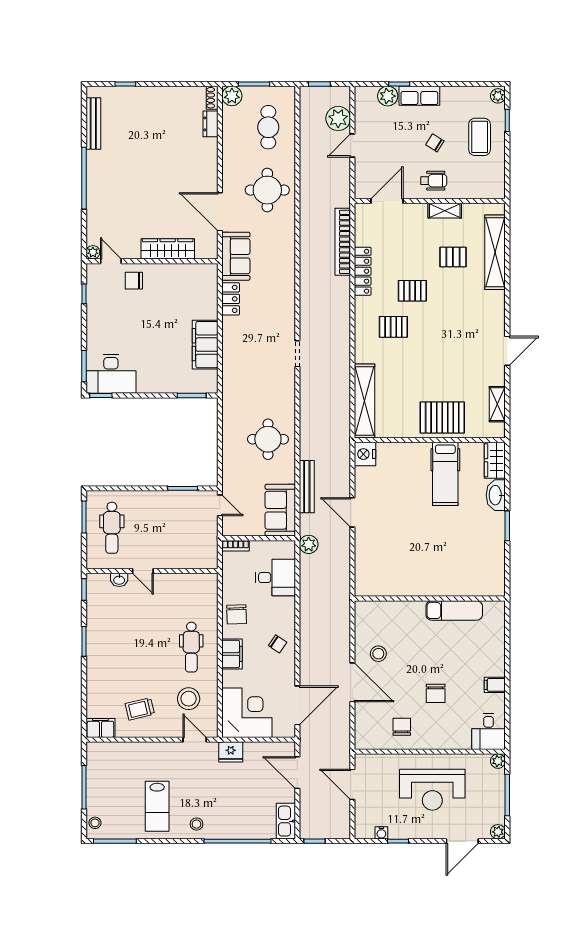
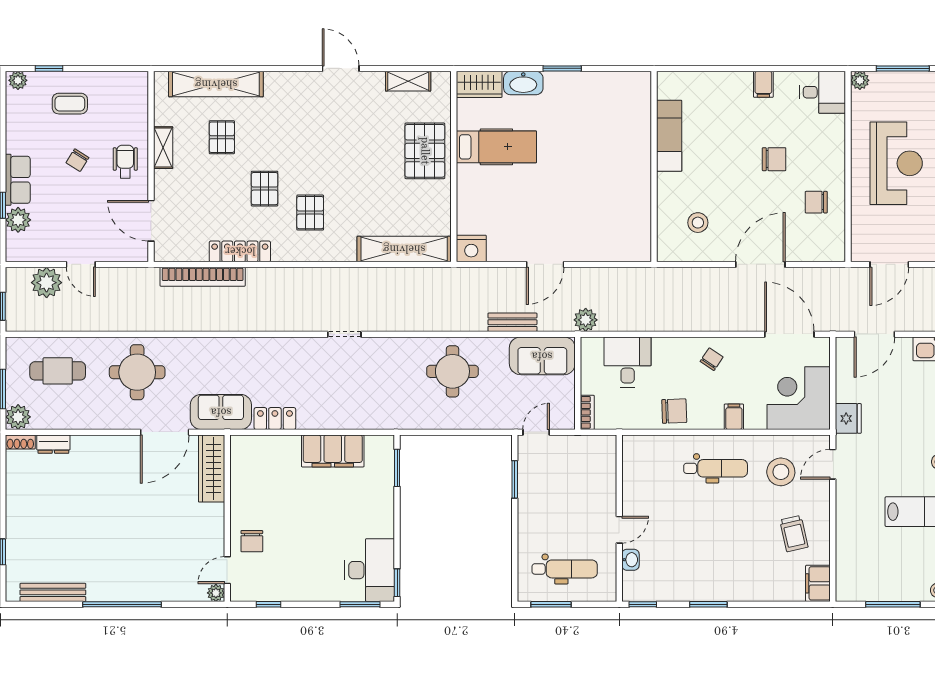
coffee table: (480, 137) -> (70, 104), width x0.73, depth x0.77
wardrobe: (168, 249) -> (212, 468), moved
bench: (307, 487) -> (512, 322), width x0.73
filing cabinet: (232, 654) -> (734, 417), width x0.50
stool: (378, 654) -> (698, 223), moved

